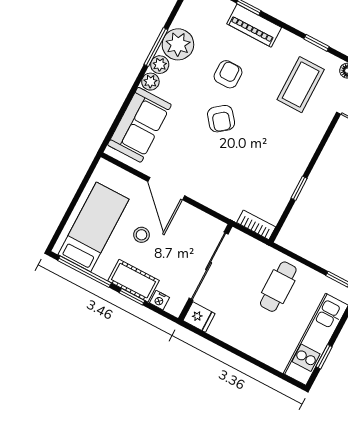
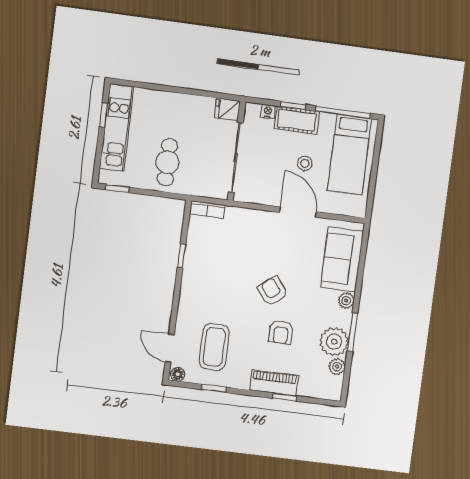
plant: (160, 65) -> (337, 367), moved

